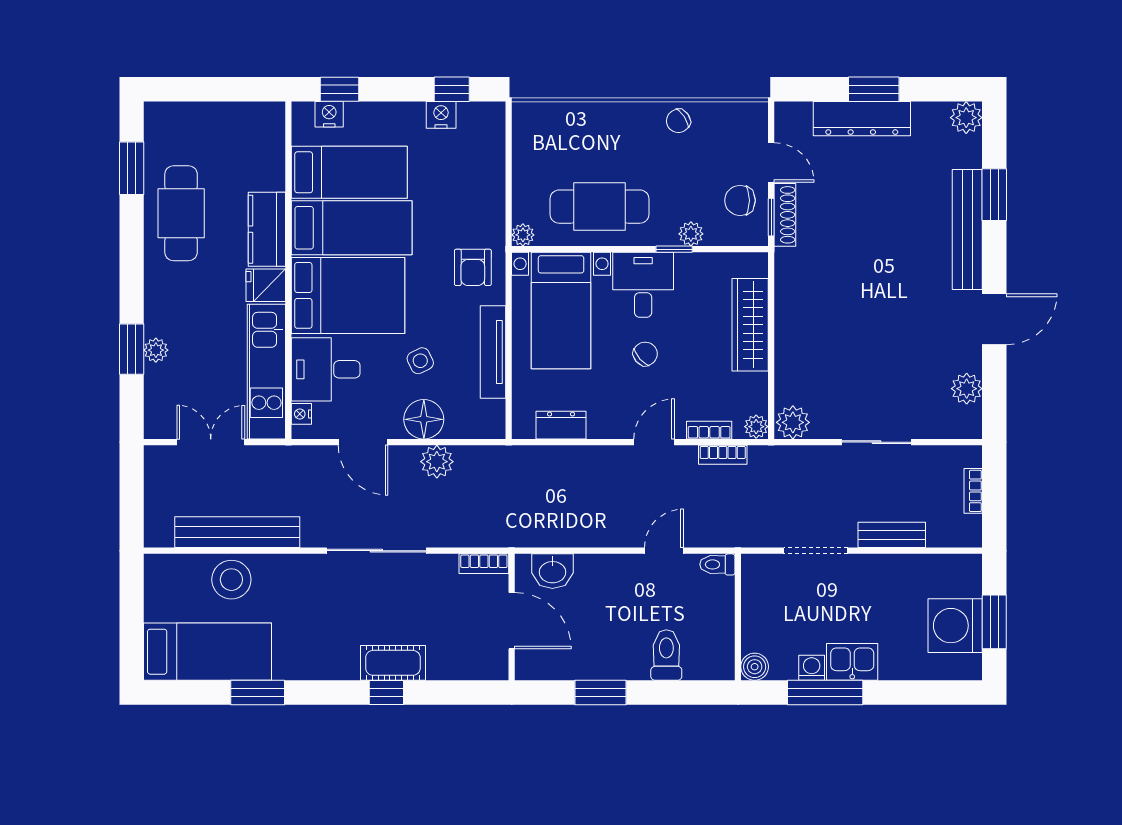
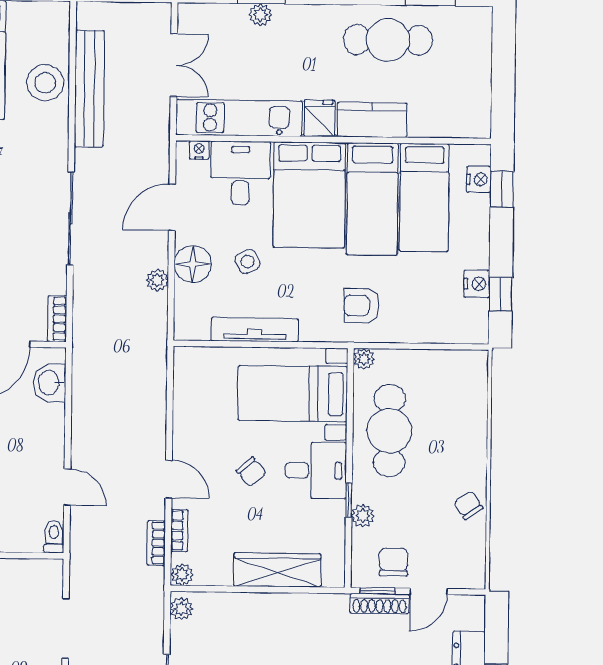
armchair: (473, 267) -> (362, 305), moved
plant: (793, 422) -> (181, 609), width x0.73, depth x0.73
dresser: (561, 425) -> (186, 392), removed
plant: (437, 462) -> (157, 280), width x0.73, depth x0.73

